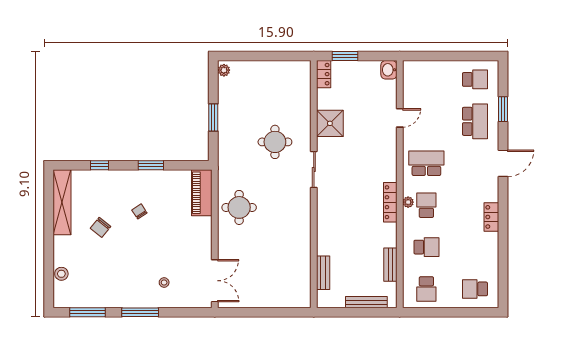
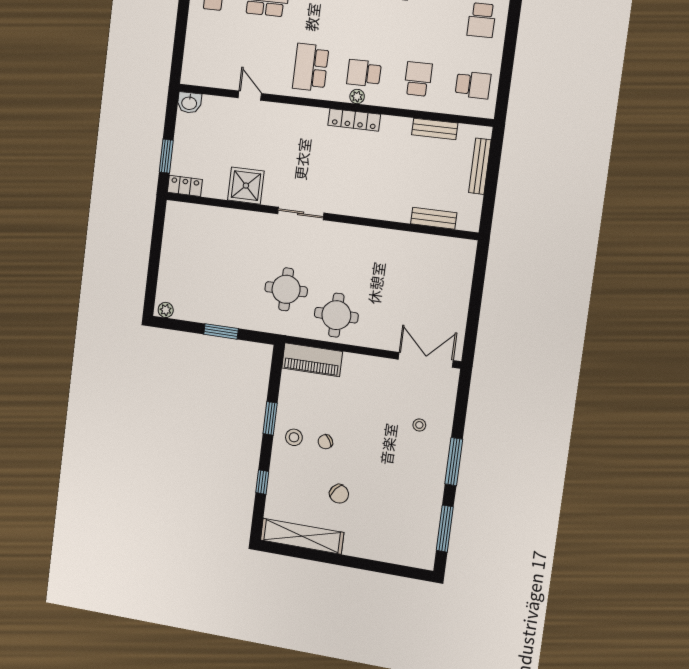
round table: (275, 142) -> (286, 289), moved
stool: (61, 274) -> (294, 437), moved

